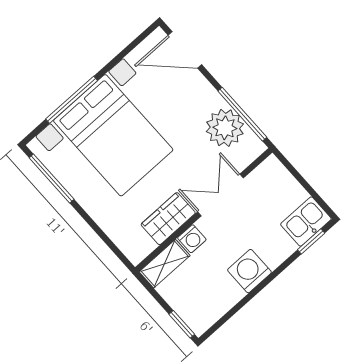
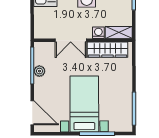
plant: (225, 128) -> (39, 71), width x0.53, depth x0.53
bed with nightstands: (113, 135) -> (84, 104), width x0.73
wardrobe: (168, 219) -> (108, 50), width x1.50

